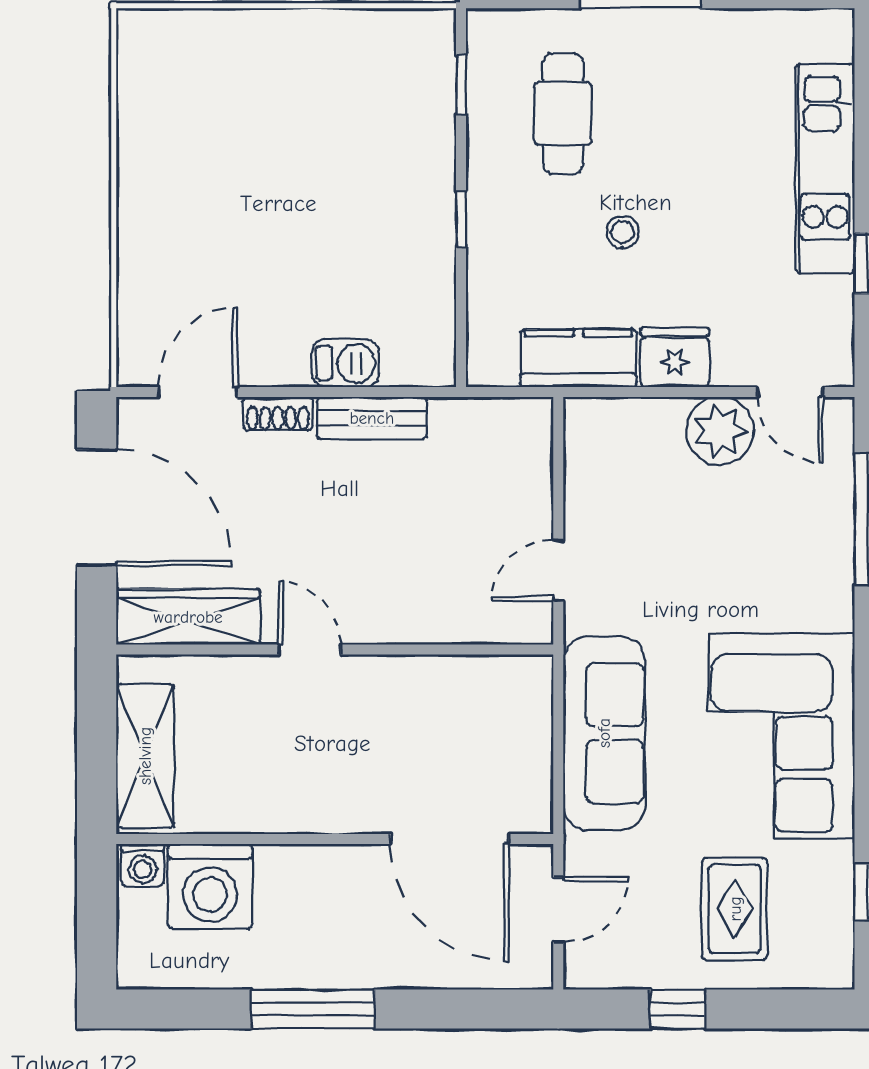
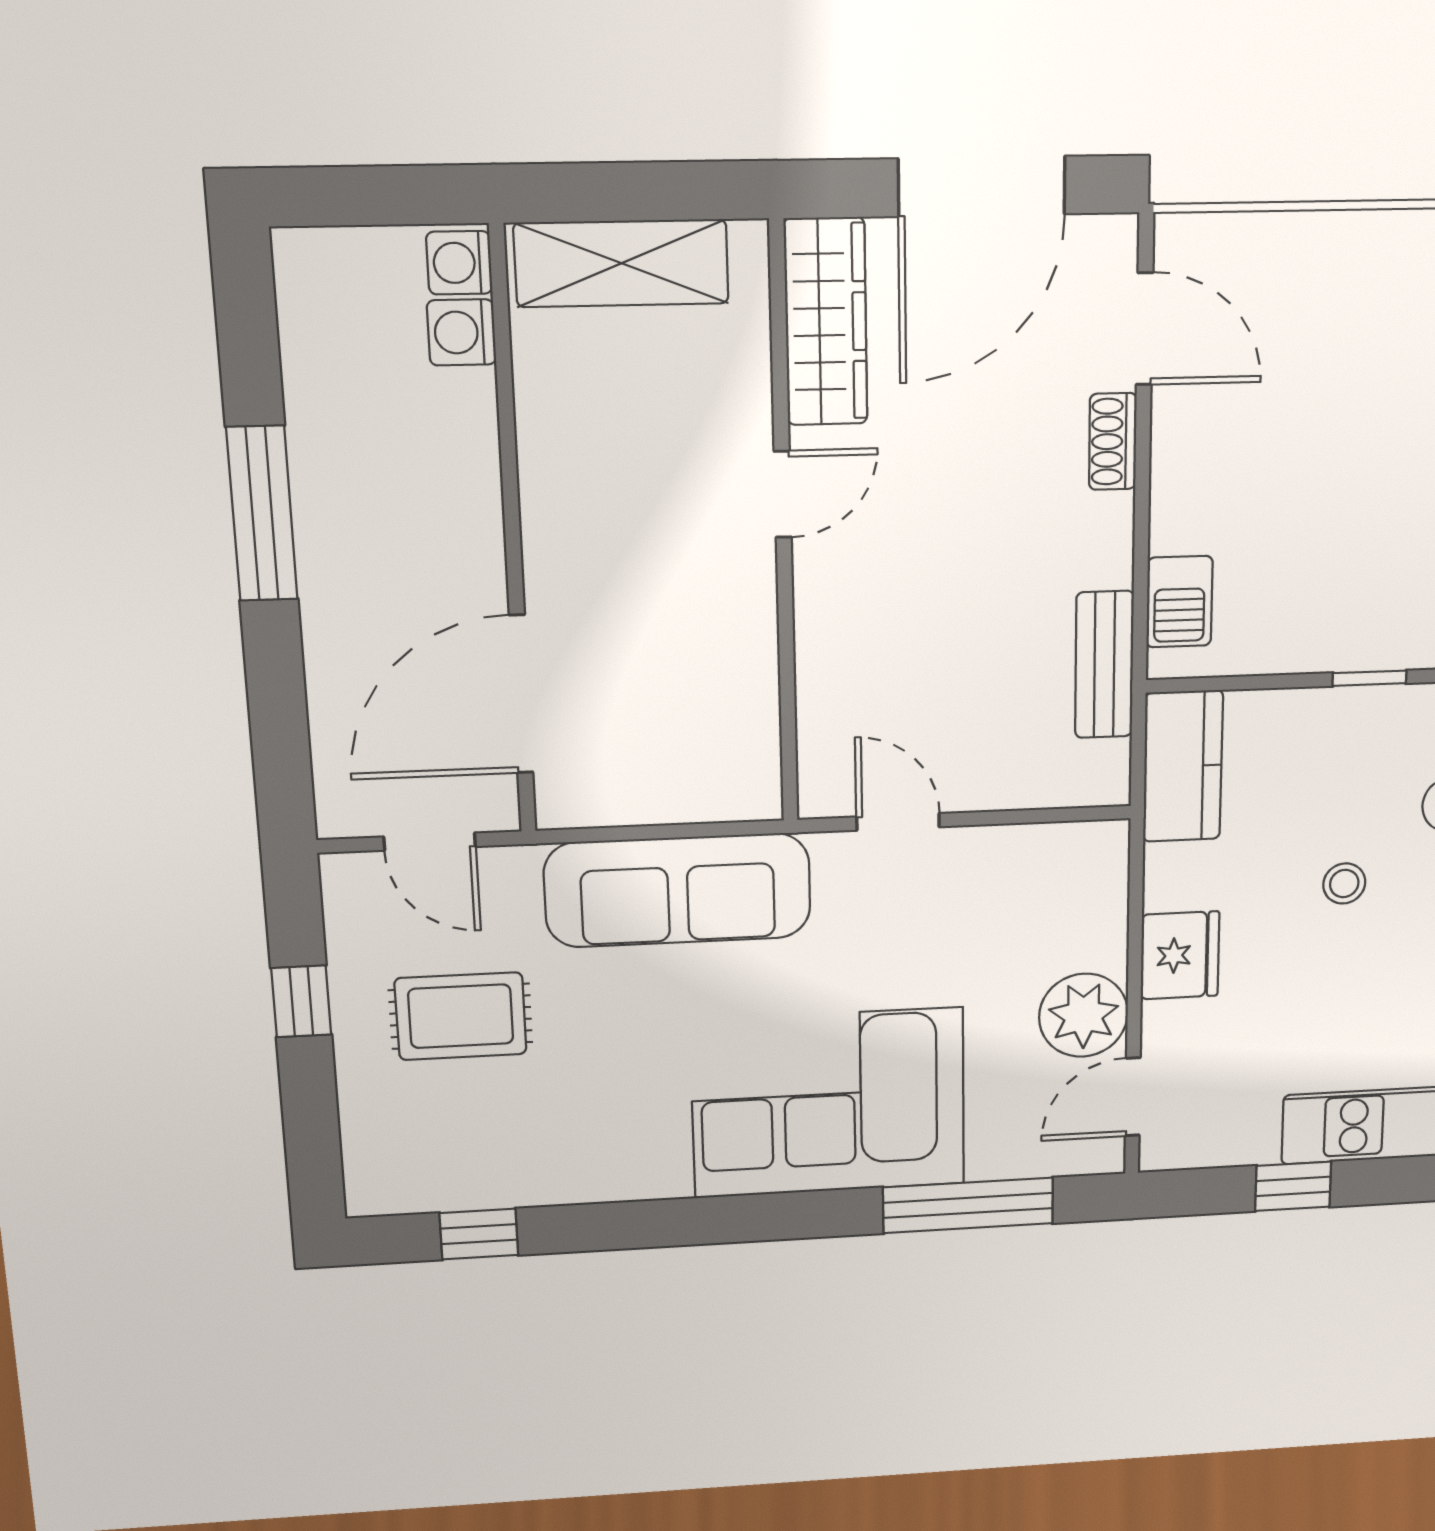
kitchen counter: (578, 358) -> (1183, 766), moved
barbecue: (346, 363) -> (1179, 602), moved
bench: (372, 418) -> (1104, 665), moved
corner sofa: (781, 736) -> (829, 1103), moved
washing machine: (210, 886) -> (462, 332), width x0.53, depth x0.53
rug: (735, 909) -> (461, 1016), moved

